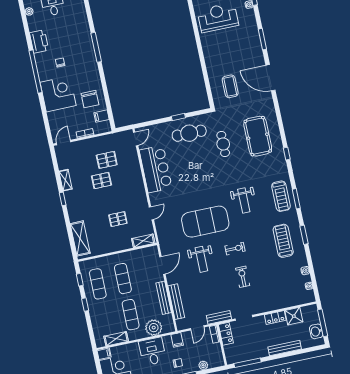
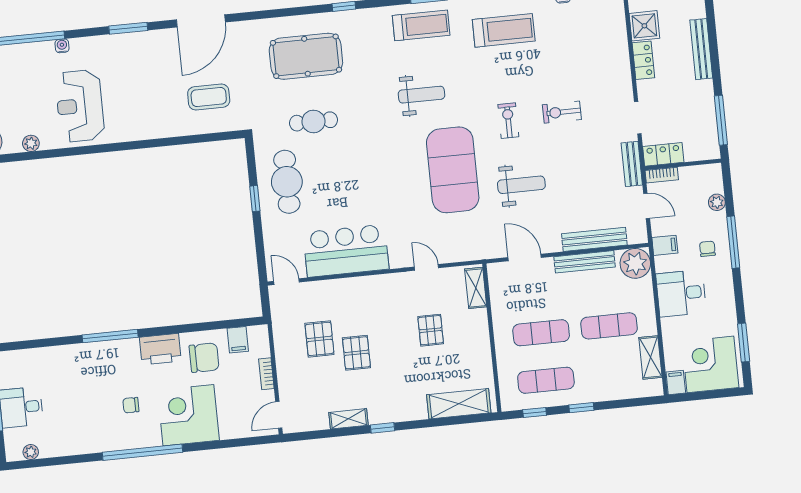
printer: (39, 41) -> (160, 349), moved, turned 180
door: (64, 143) -> (279, 415), hinge flipped
treadmill: (283, 241) -> (504, 30), turned 180
plant: (154, 328) -> (635, 263), moved

